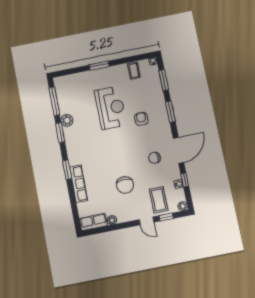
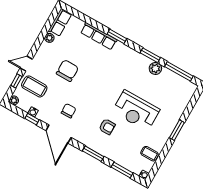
chair: (125, 185) -> (67, 71), turned 90

